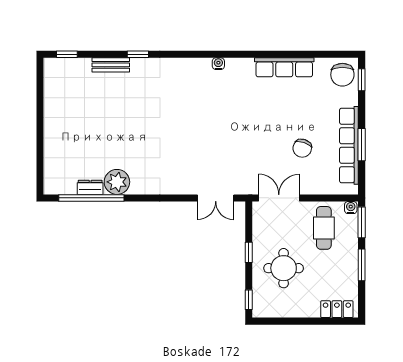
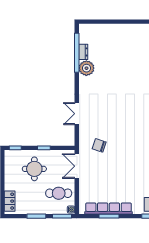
chair: (302, 148) -> (99, 145), moved
double door: (216, 198) -> (77, 114), moved
double door: (279, 198) -> (77, 166), swing flipped

